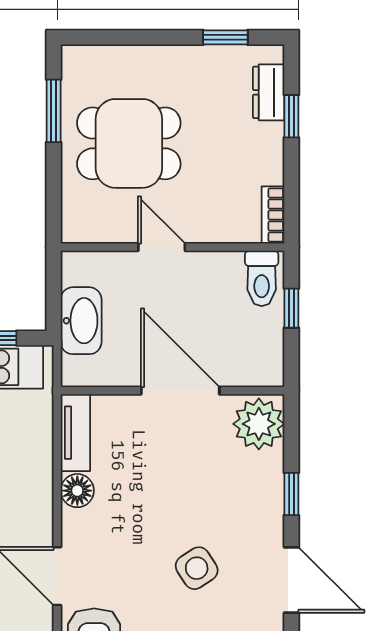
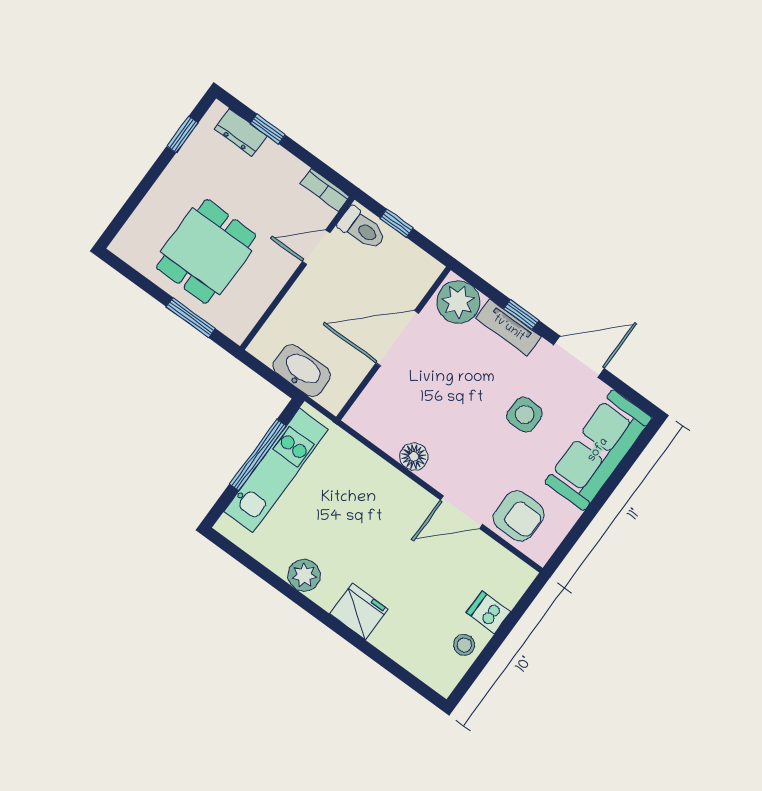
window: (54, 111) -> (191, 318), moved
door: (162, 247) -> (316, 247), moved
tv unit: (75, 433) -> (509, 328), moved, turned 180
side table: (197, 568) -> (525, 414), turned 33

